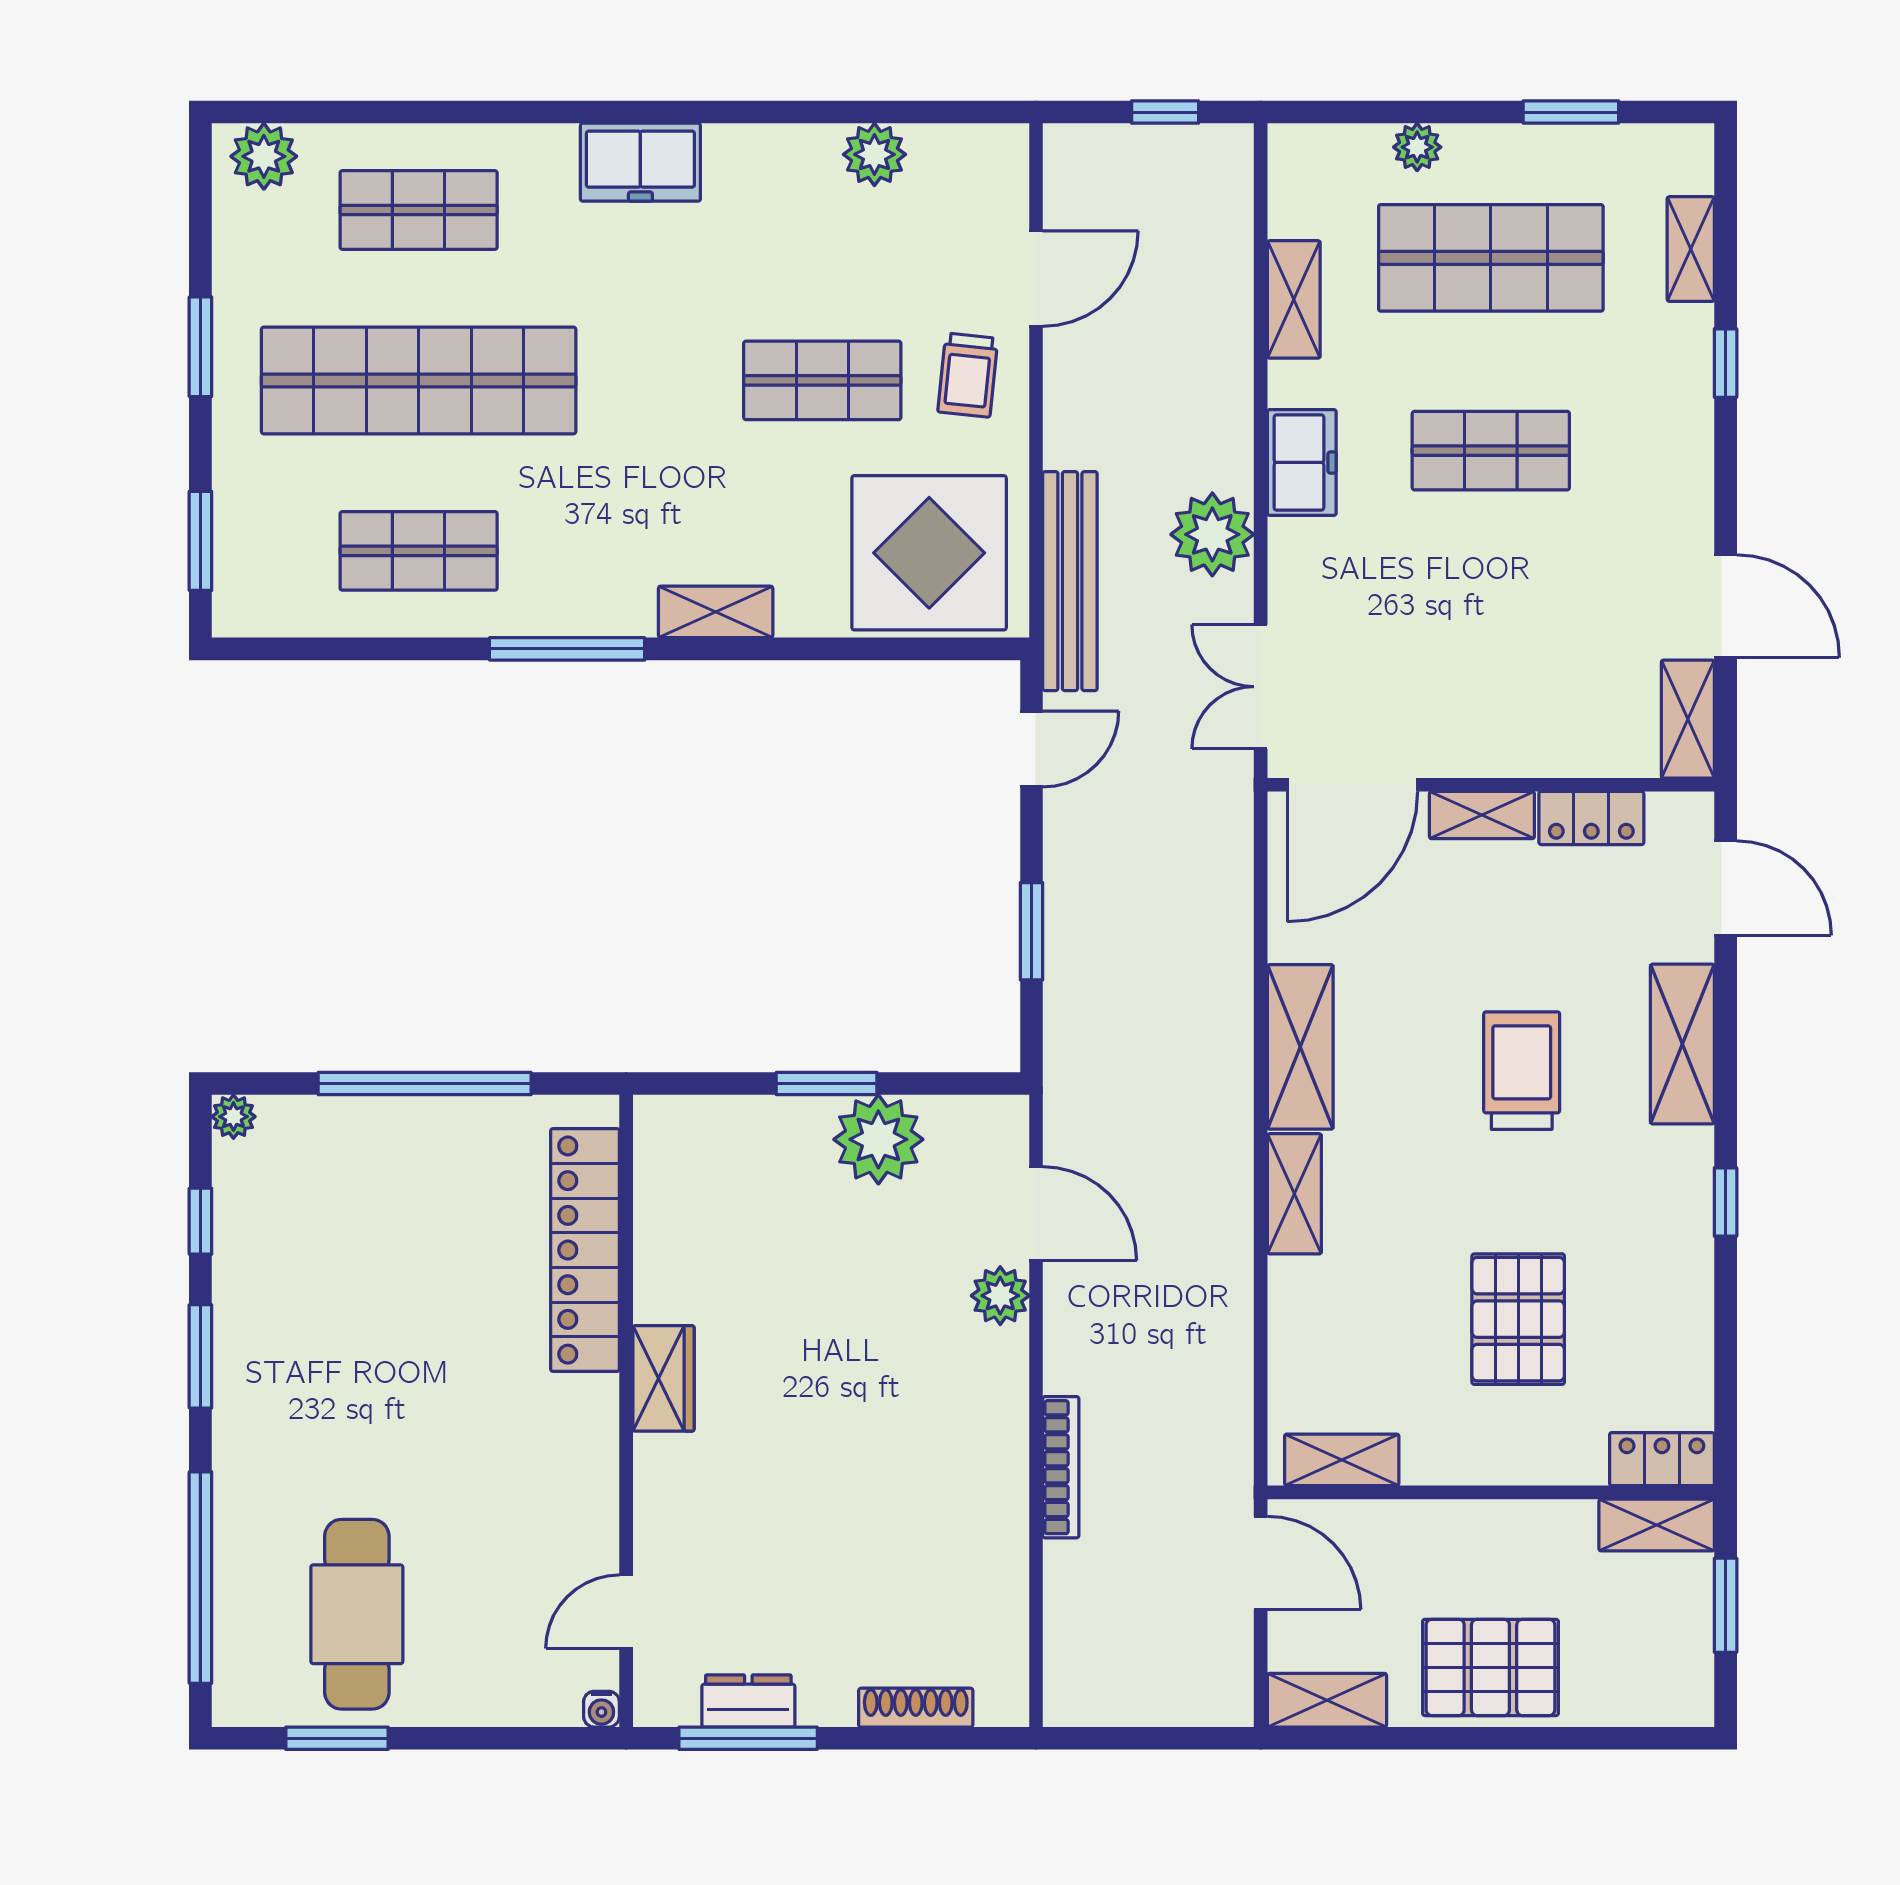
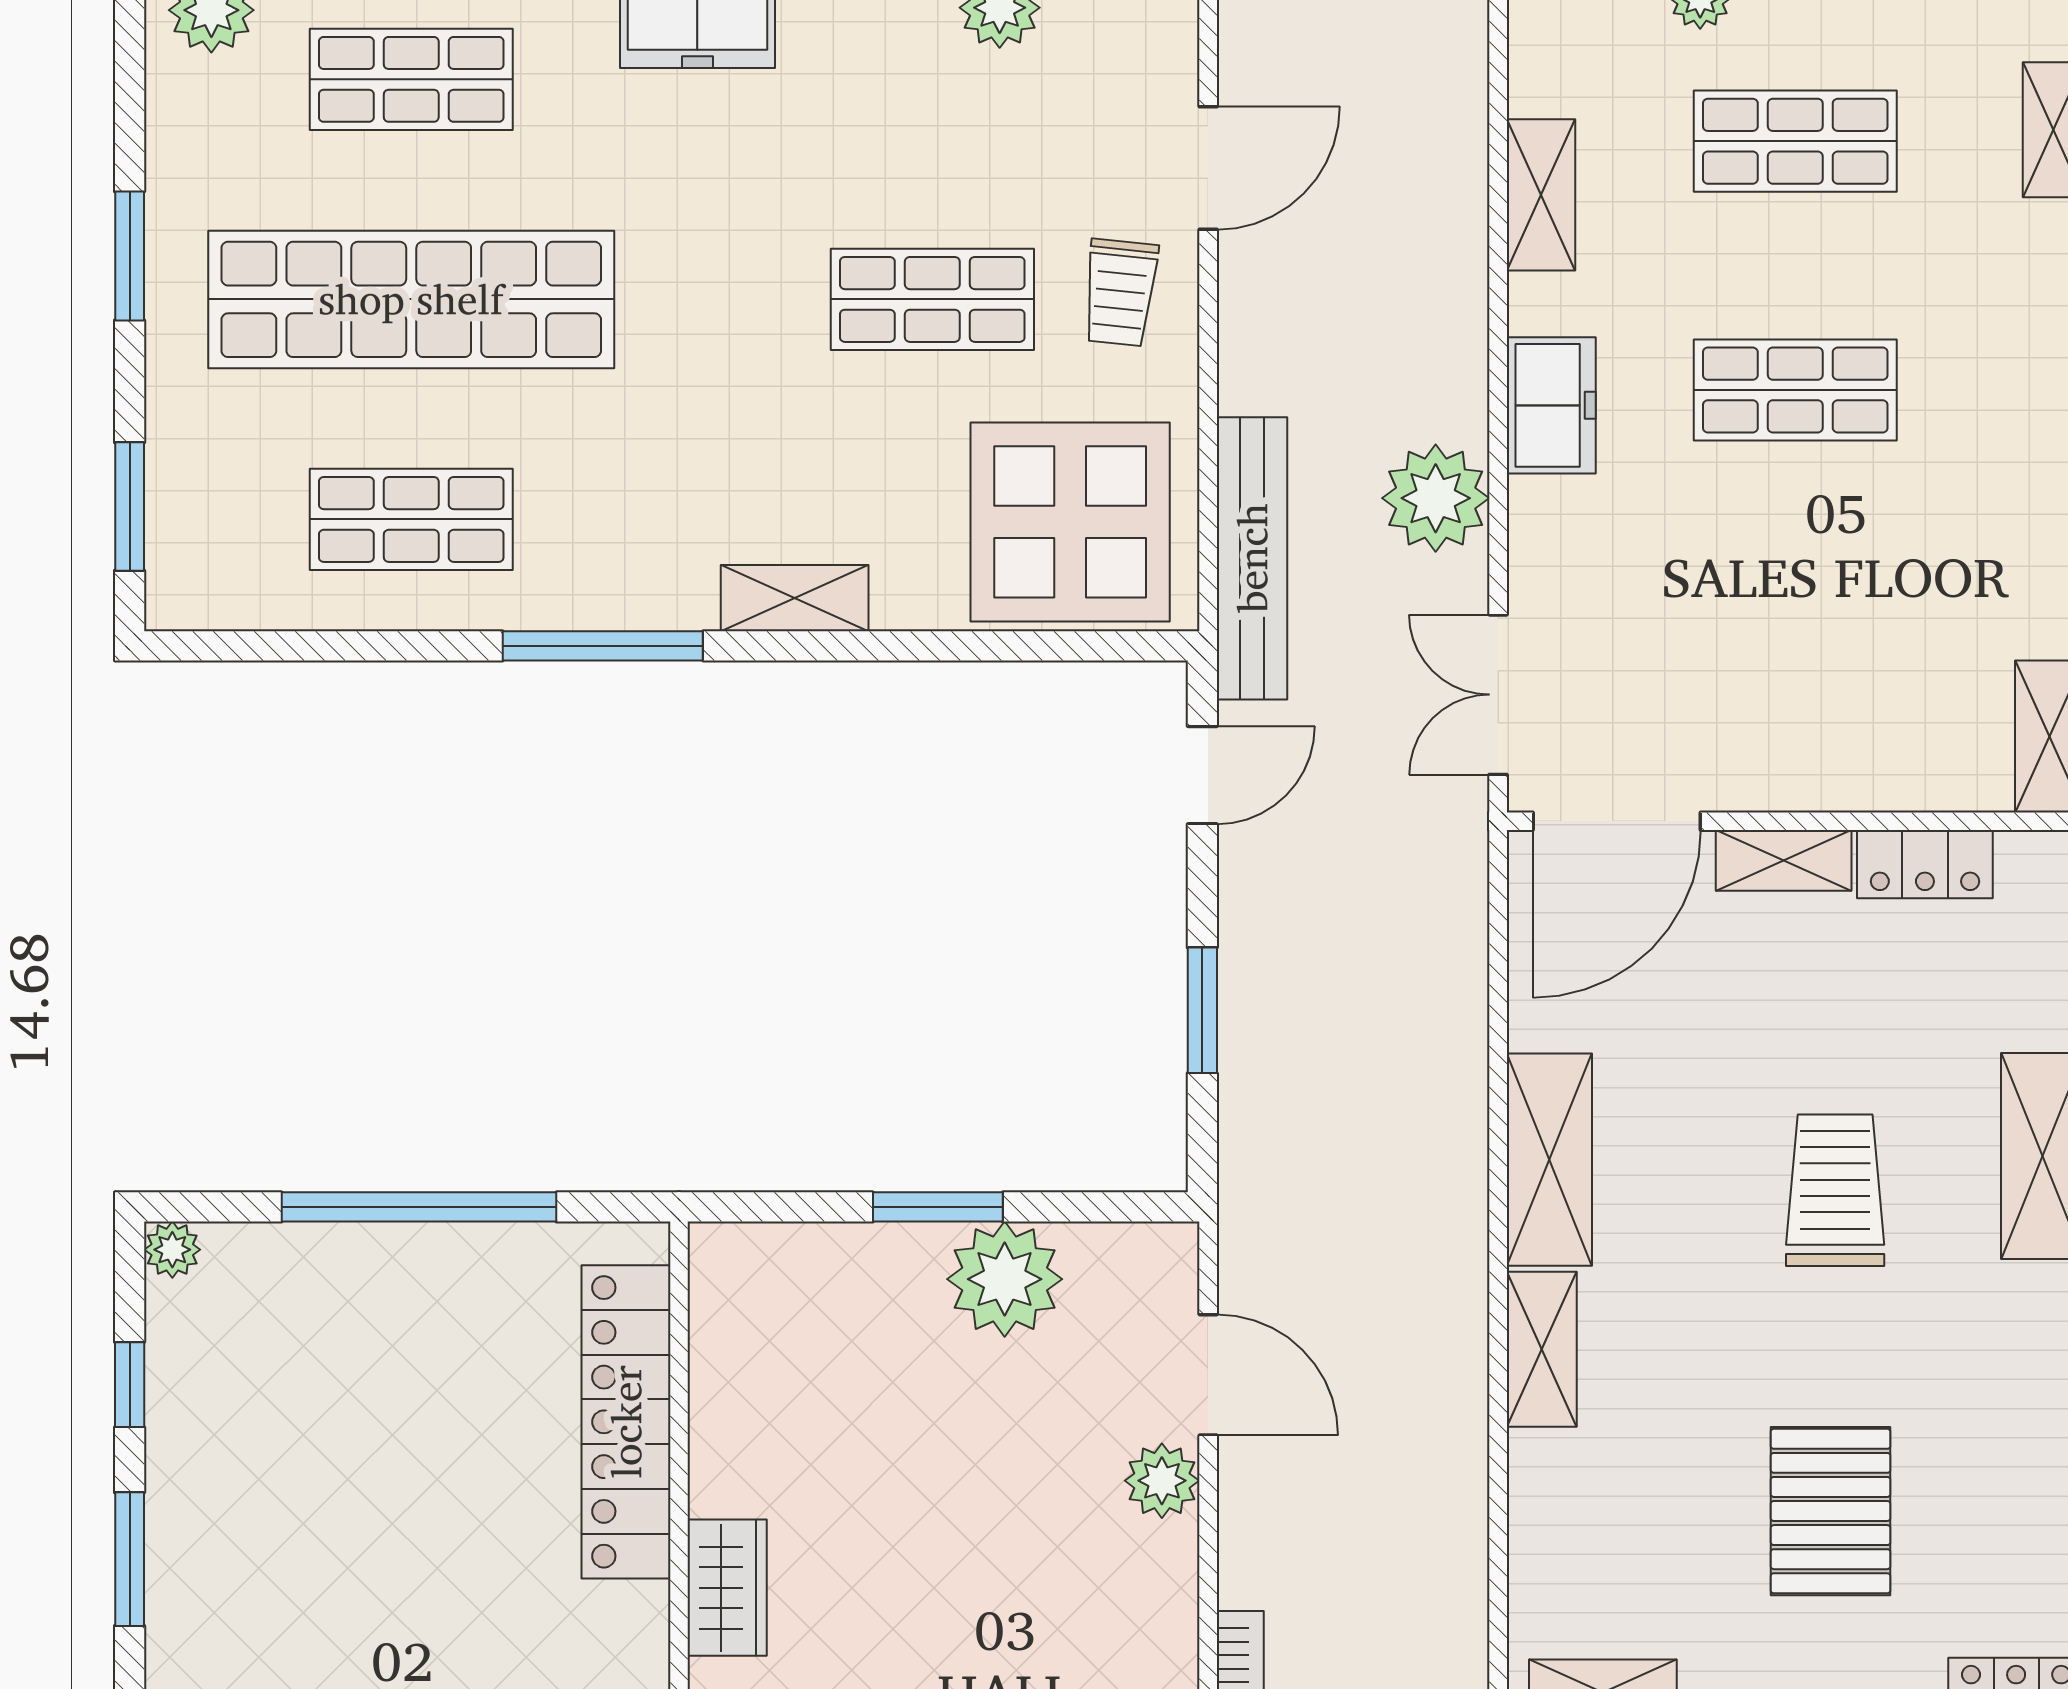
shop shelf: (1491, 258) -> (1795, 141), width x0.70, depth x0.74

